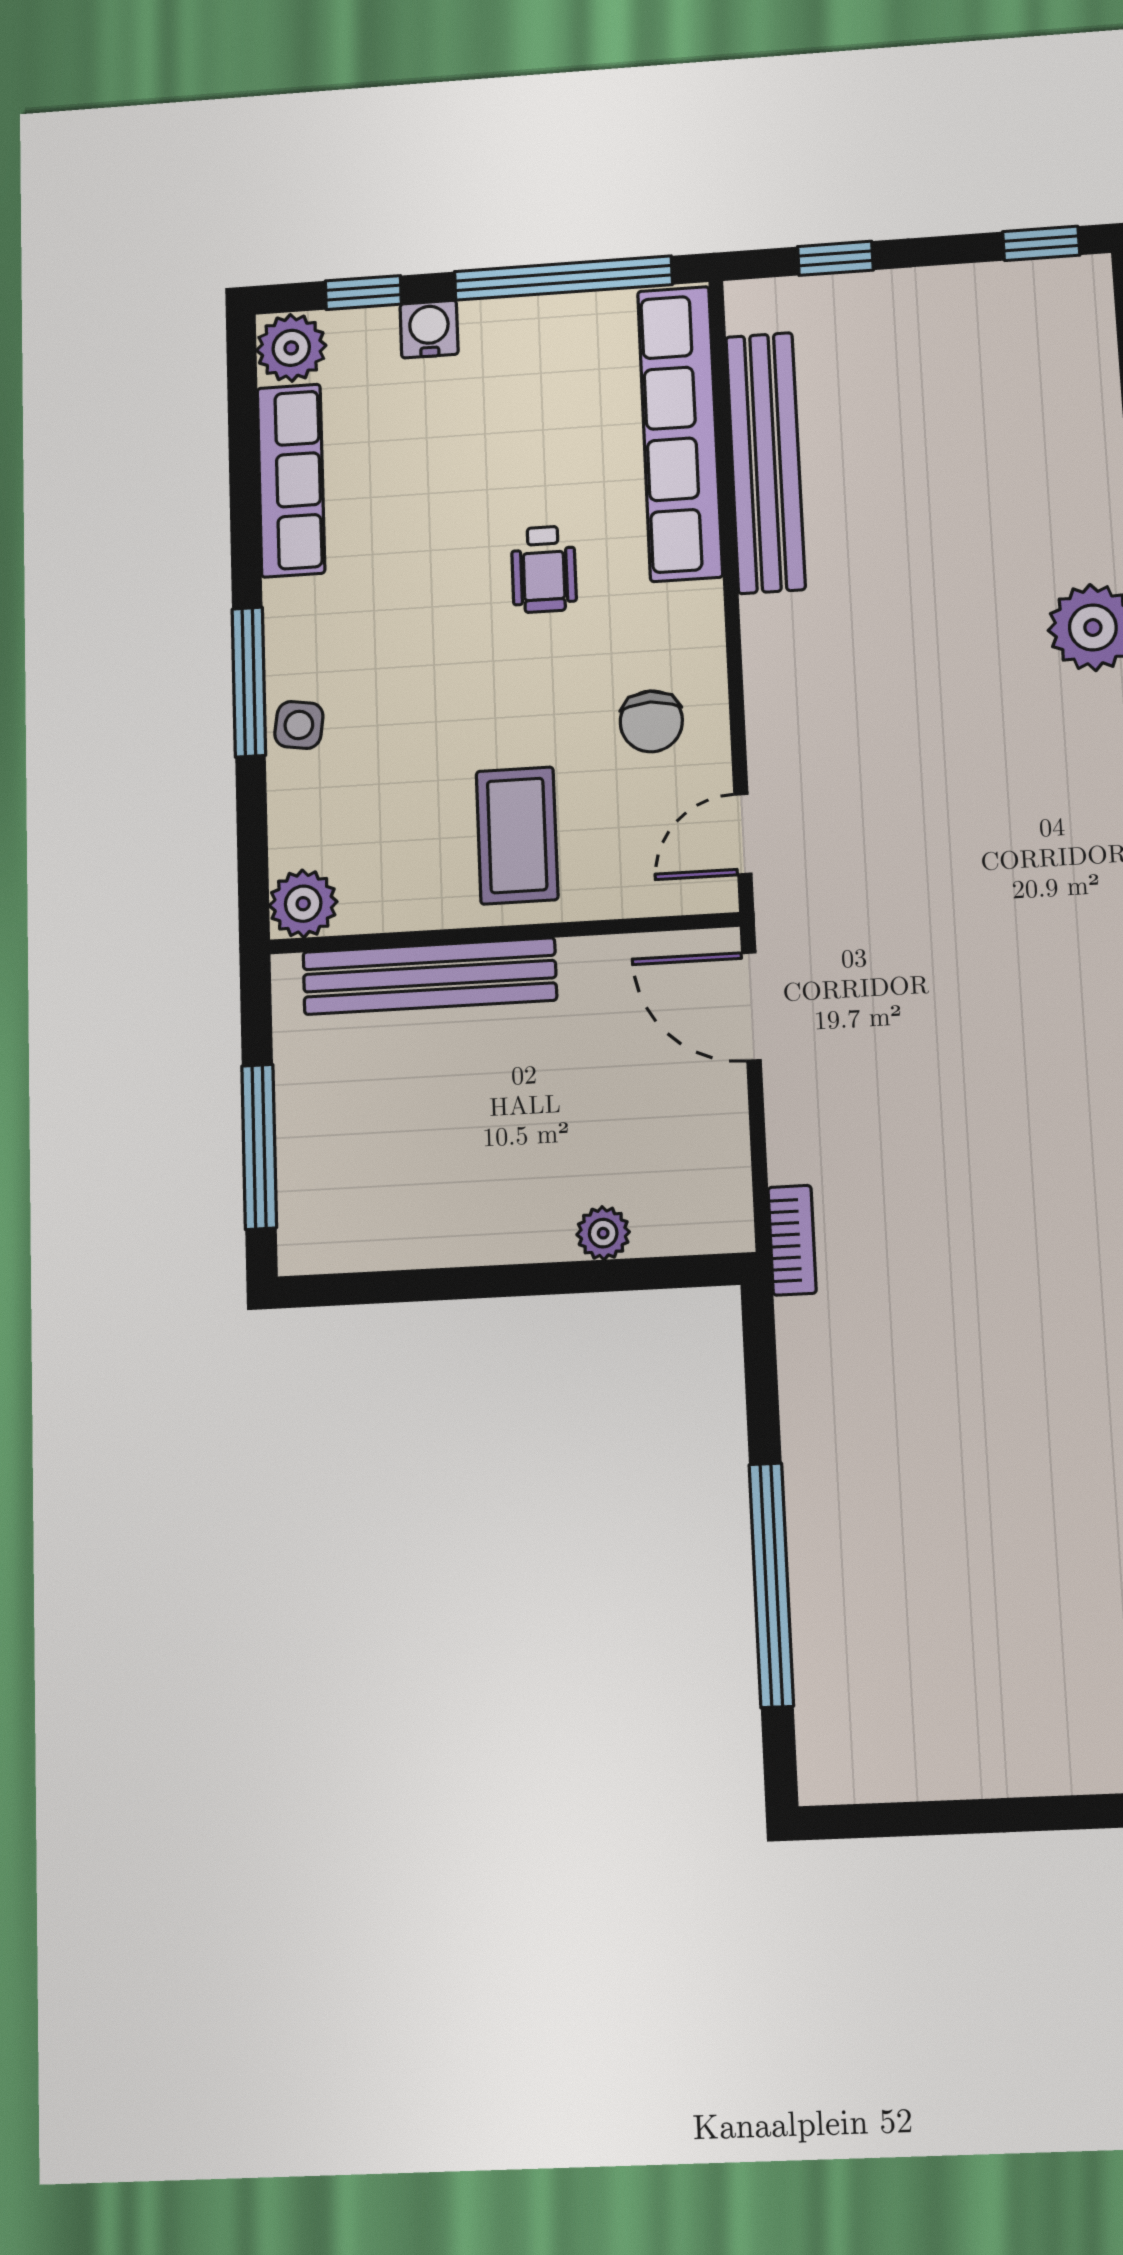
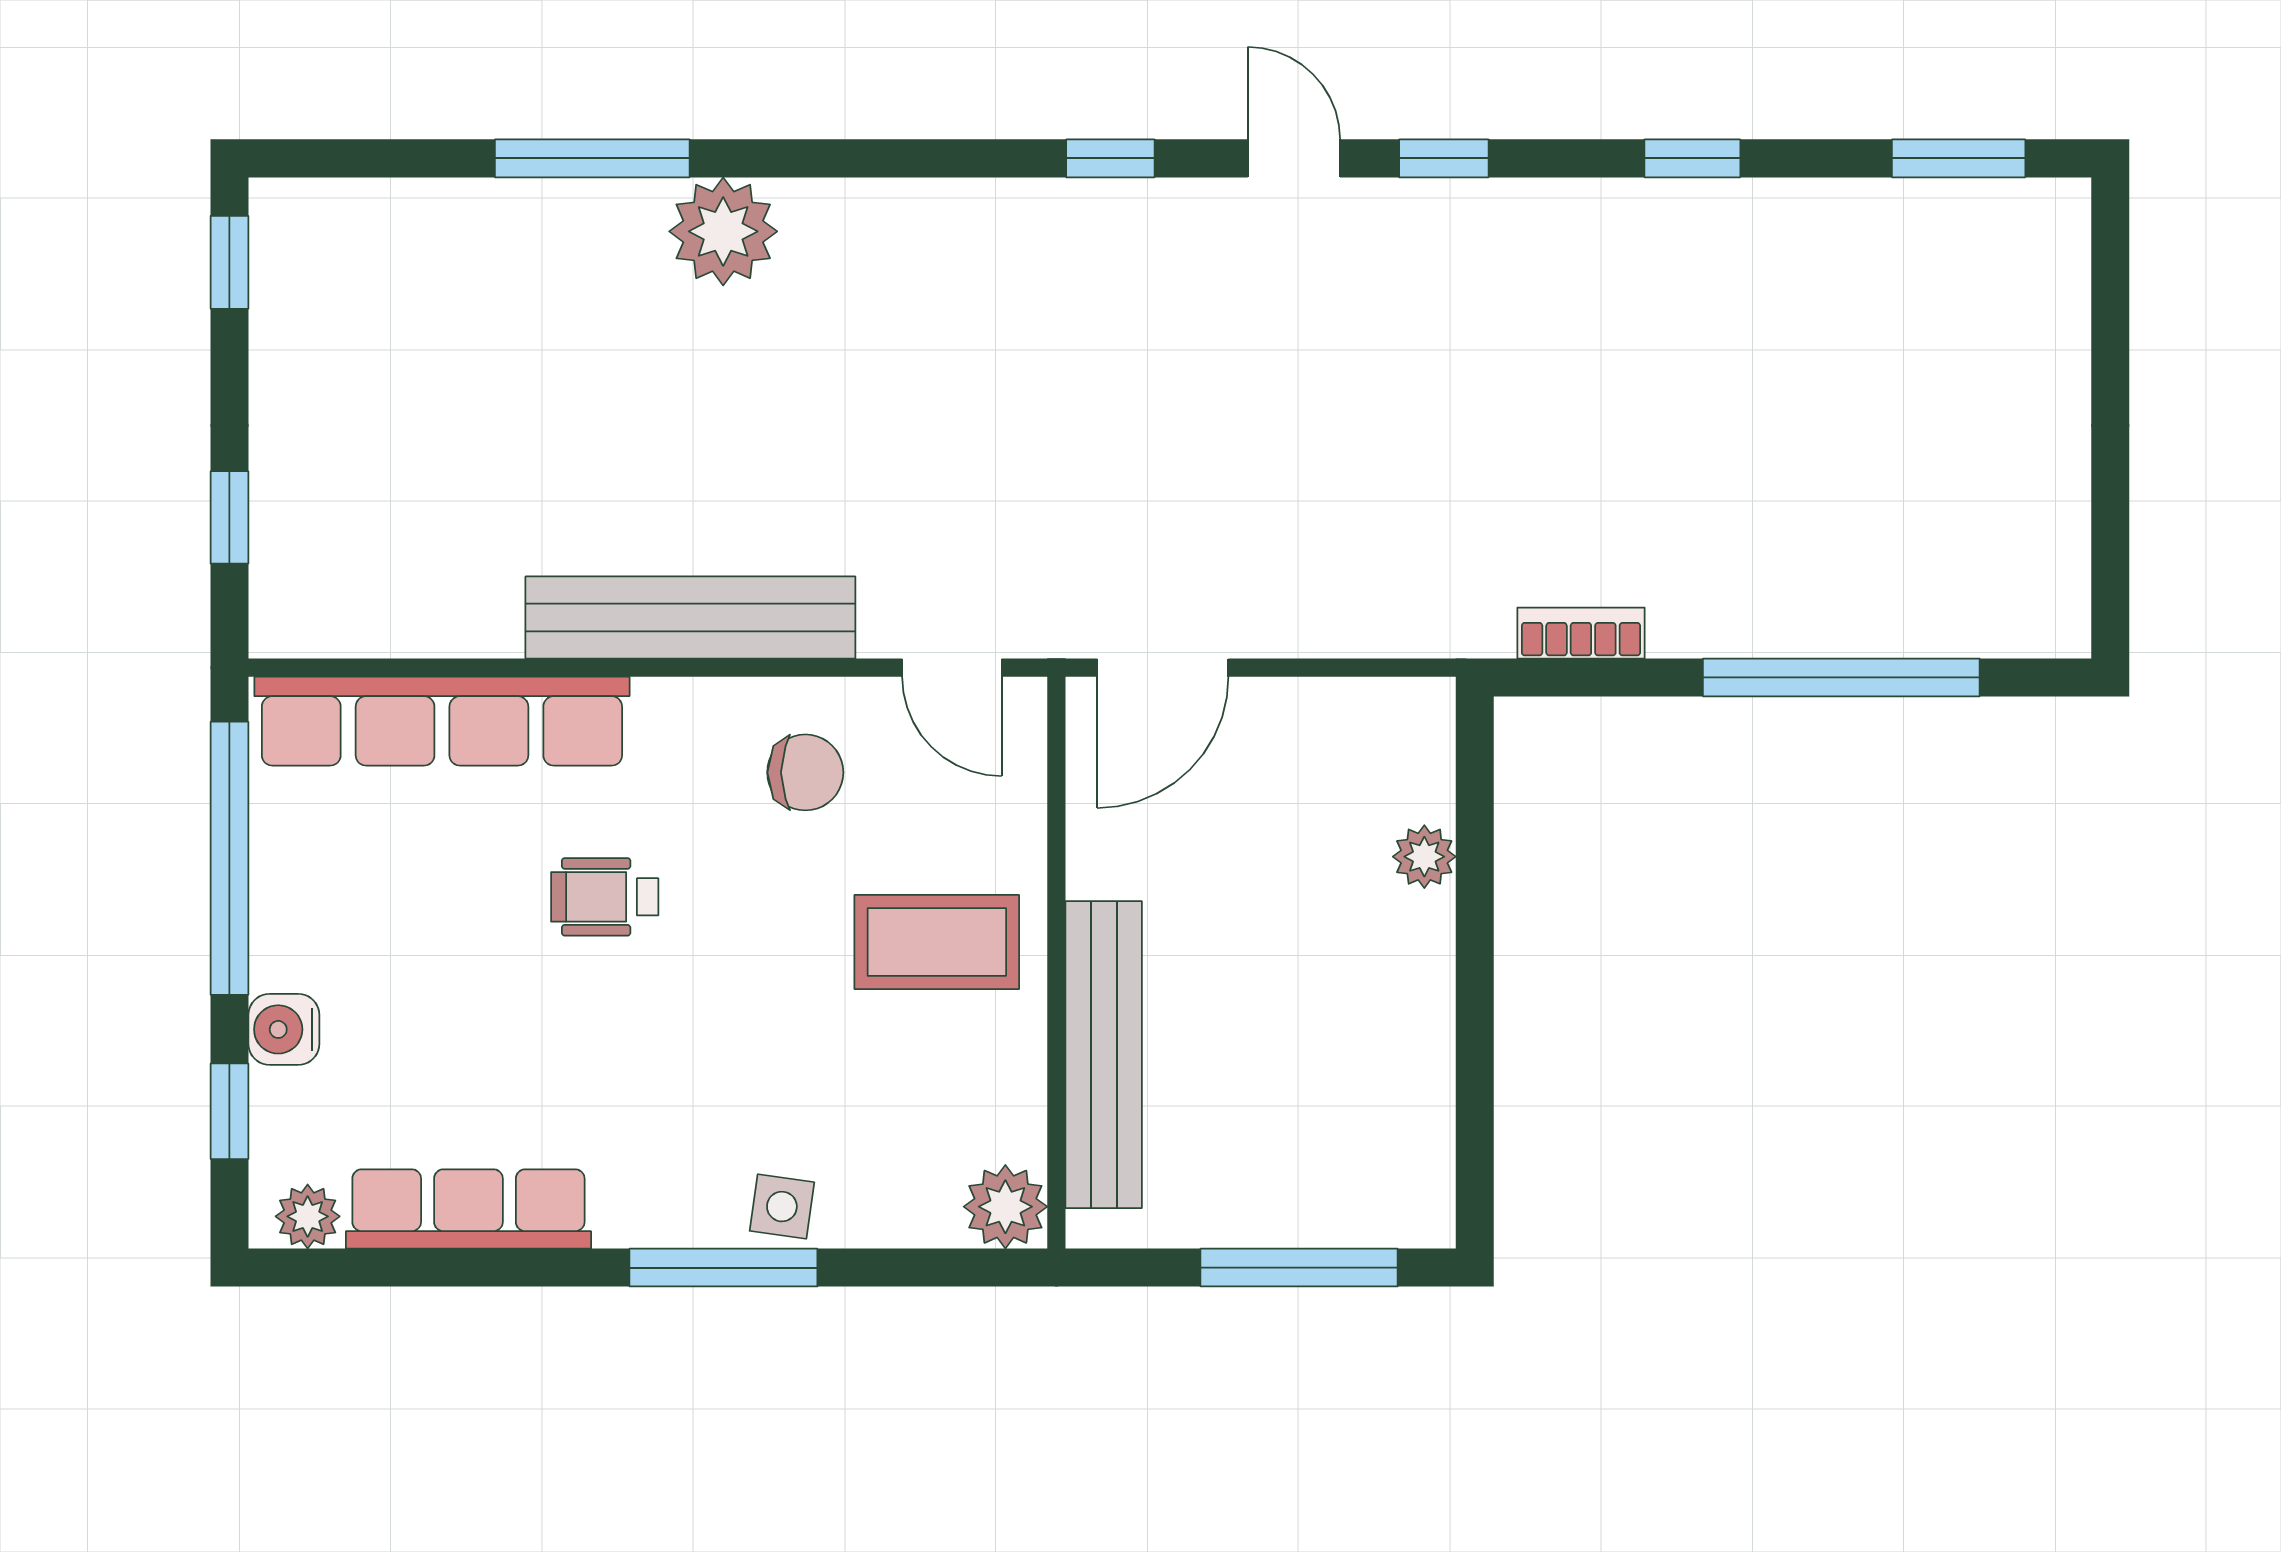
plant: (291, 348) -> (308, 1216), width x0.73, depth x0.73
bench: (765, 462) -> (690, 617), moved
wheelchair: (544, 569) -> (605, 897), turned 180
bookcase: (792, 1240) -> (1581, 633), moved

